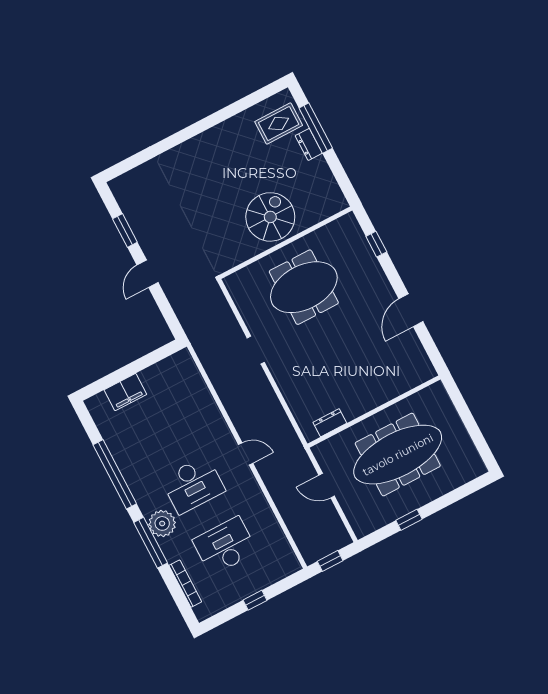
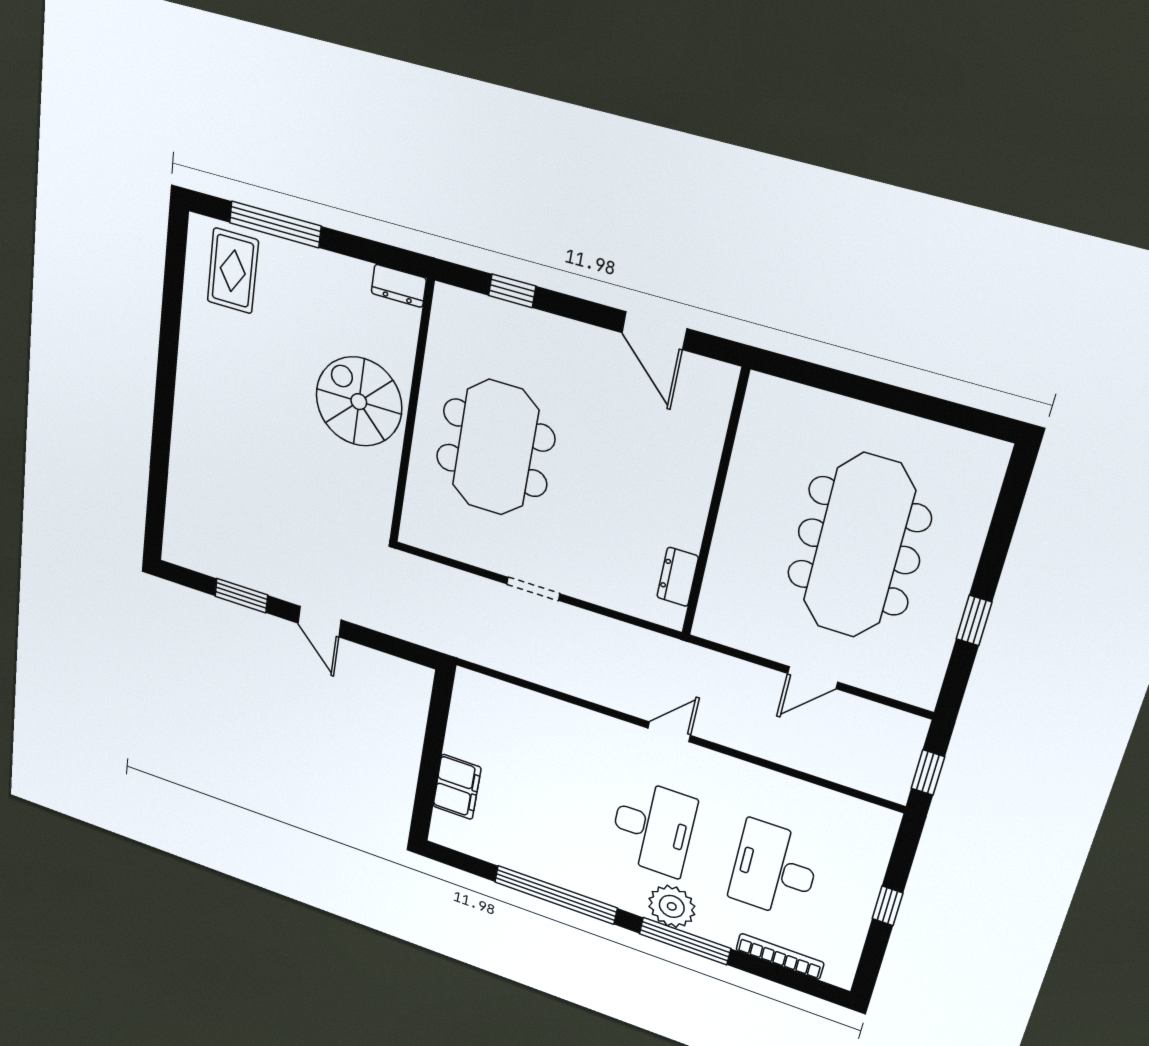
dresser: (309, 144) -> (399, 286), moved
wall: (374, 412) -> (715, 505), moved
dresser: (330, 423) -> (678, 577), moved

